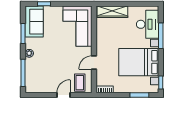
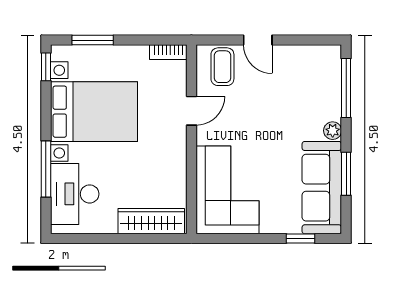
sofa: (34, 22) -> (322, 188), width x1.36
door: (64, 95) -> (258, 40), hinge flipped

